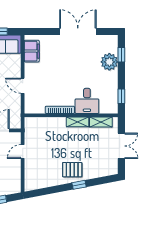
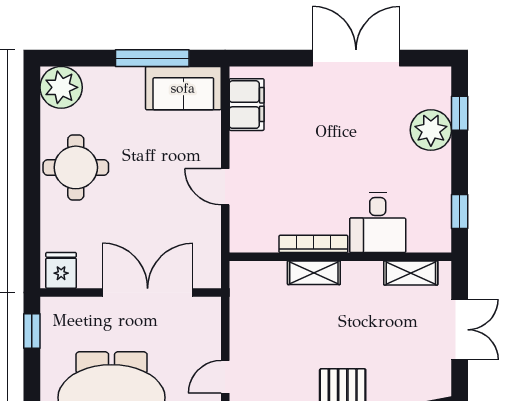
shelving: (78, 122) -> (314, 273), moved
door: (23, 152) -> (225, 377), moved

